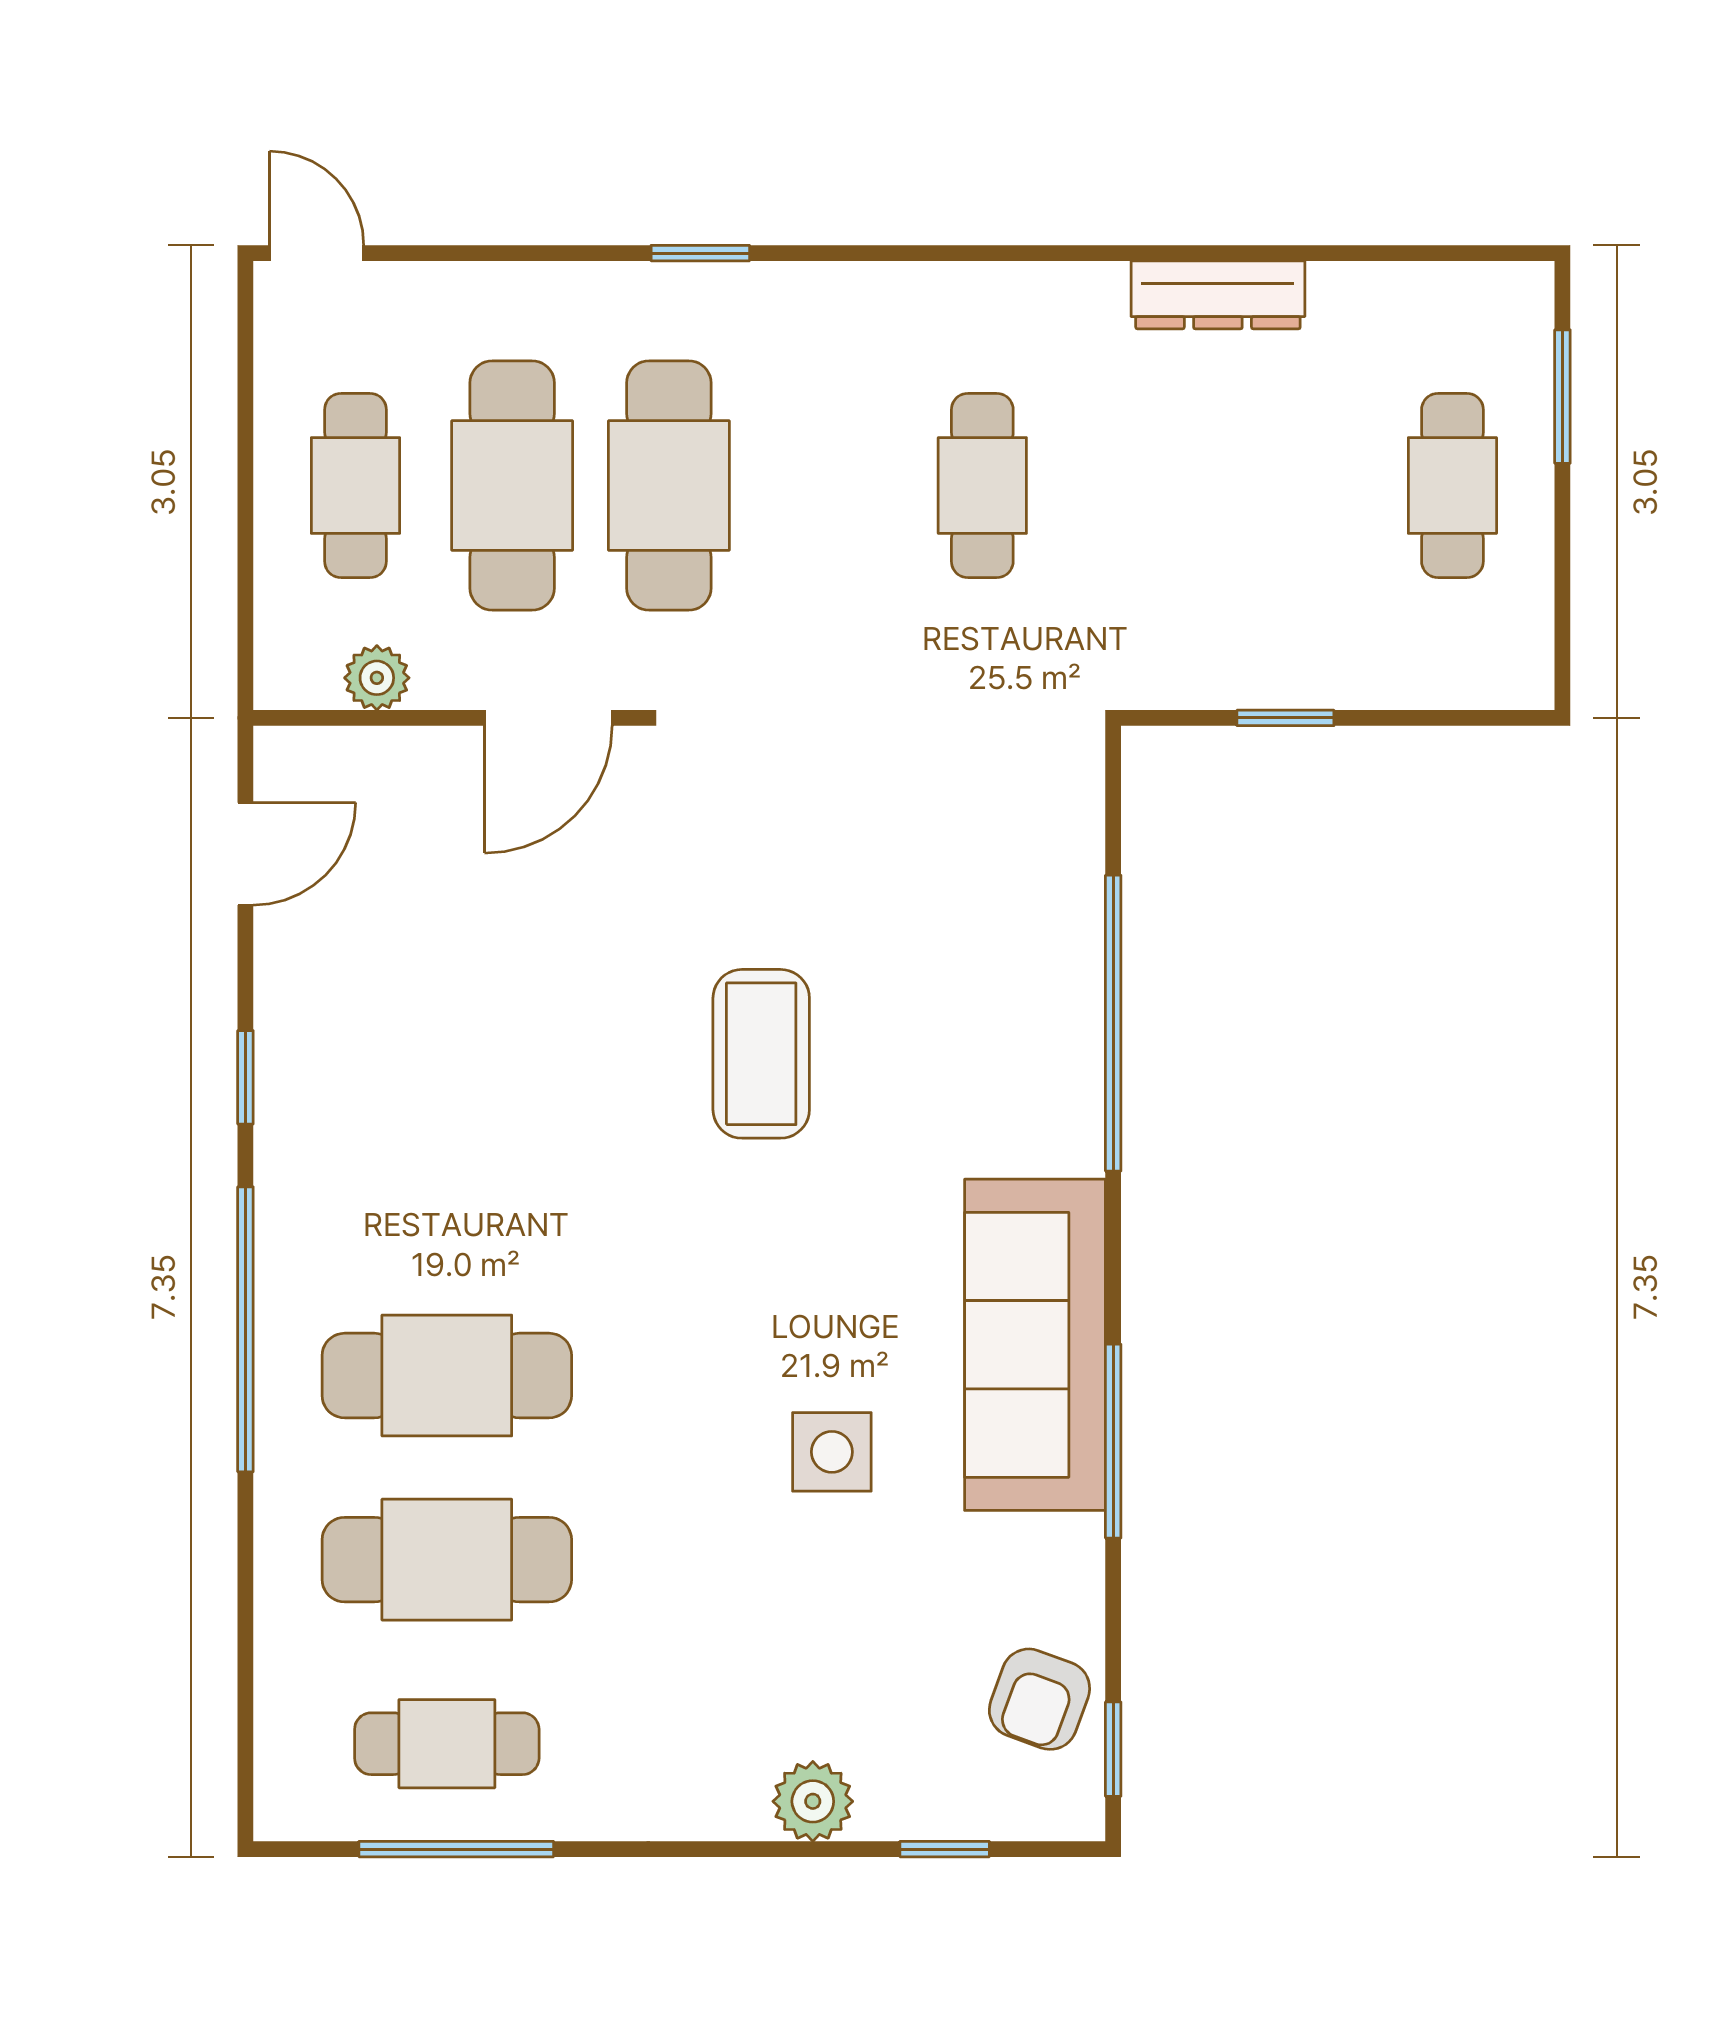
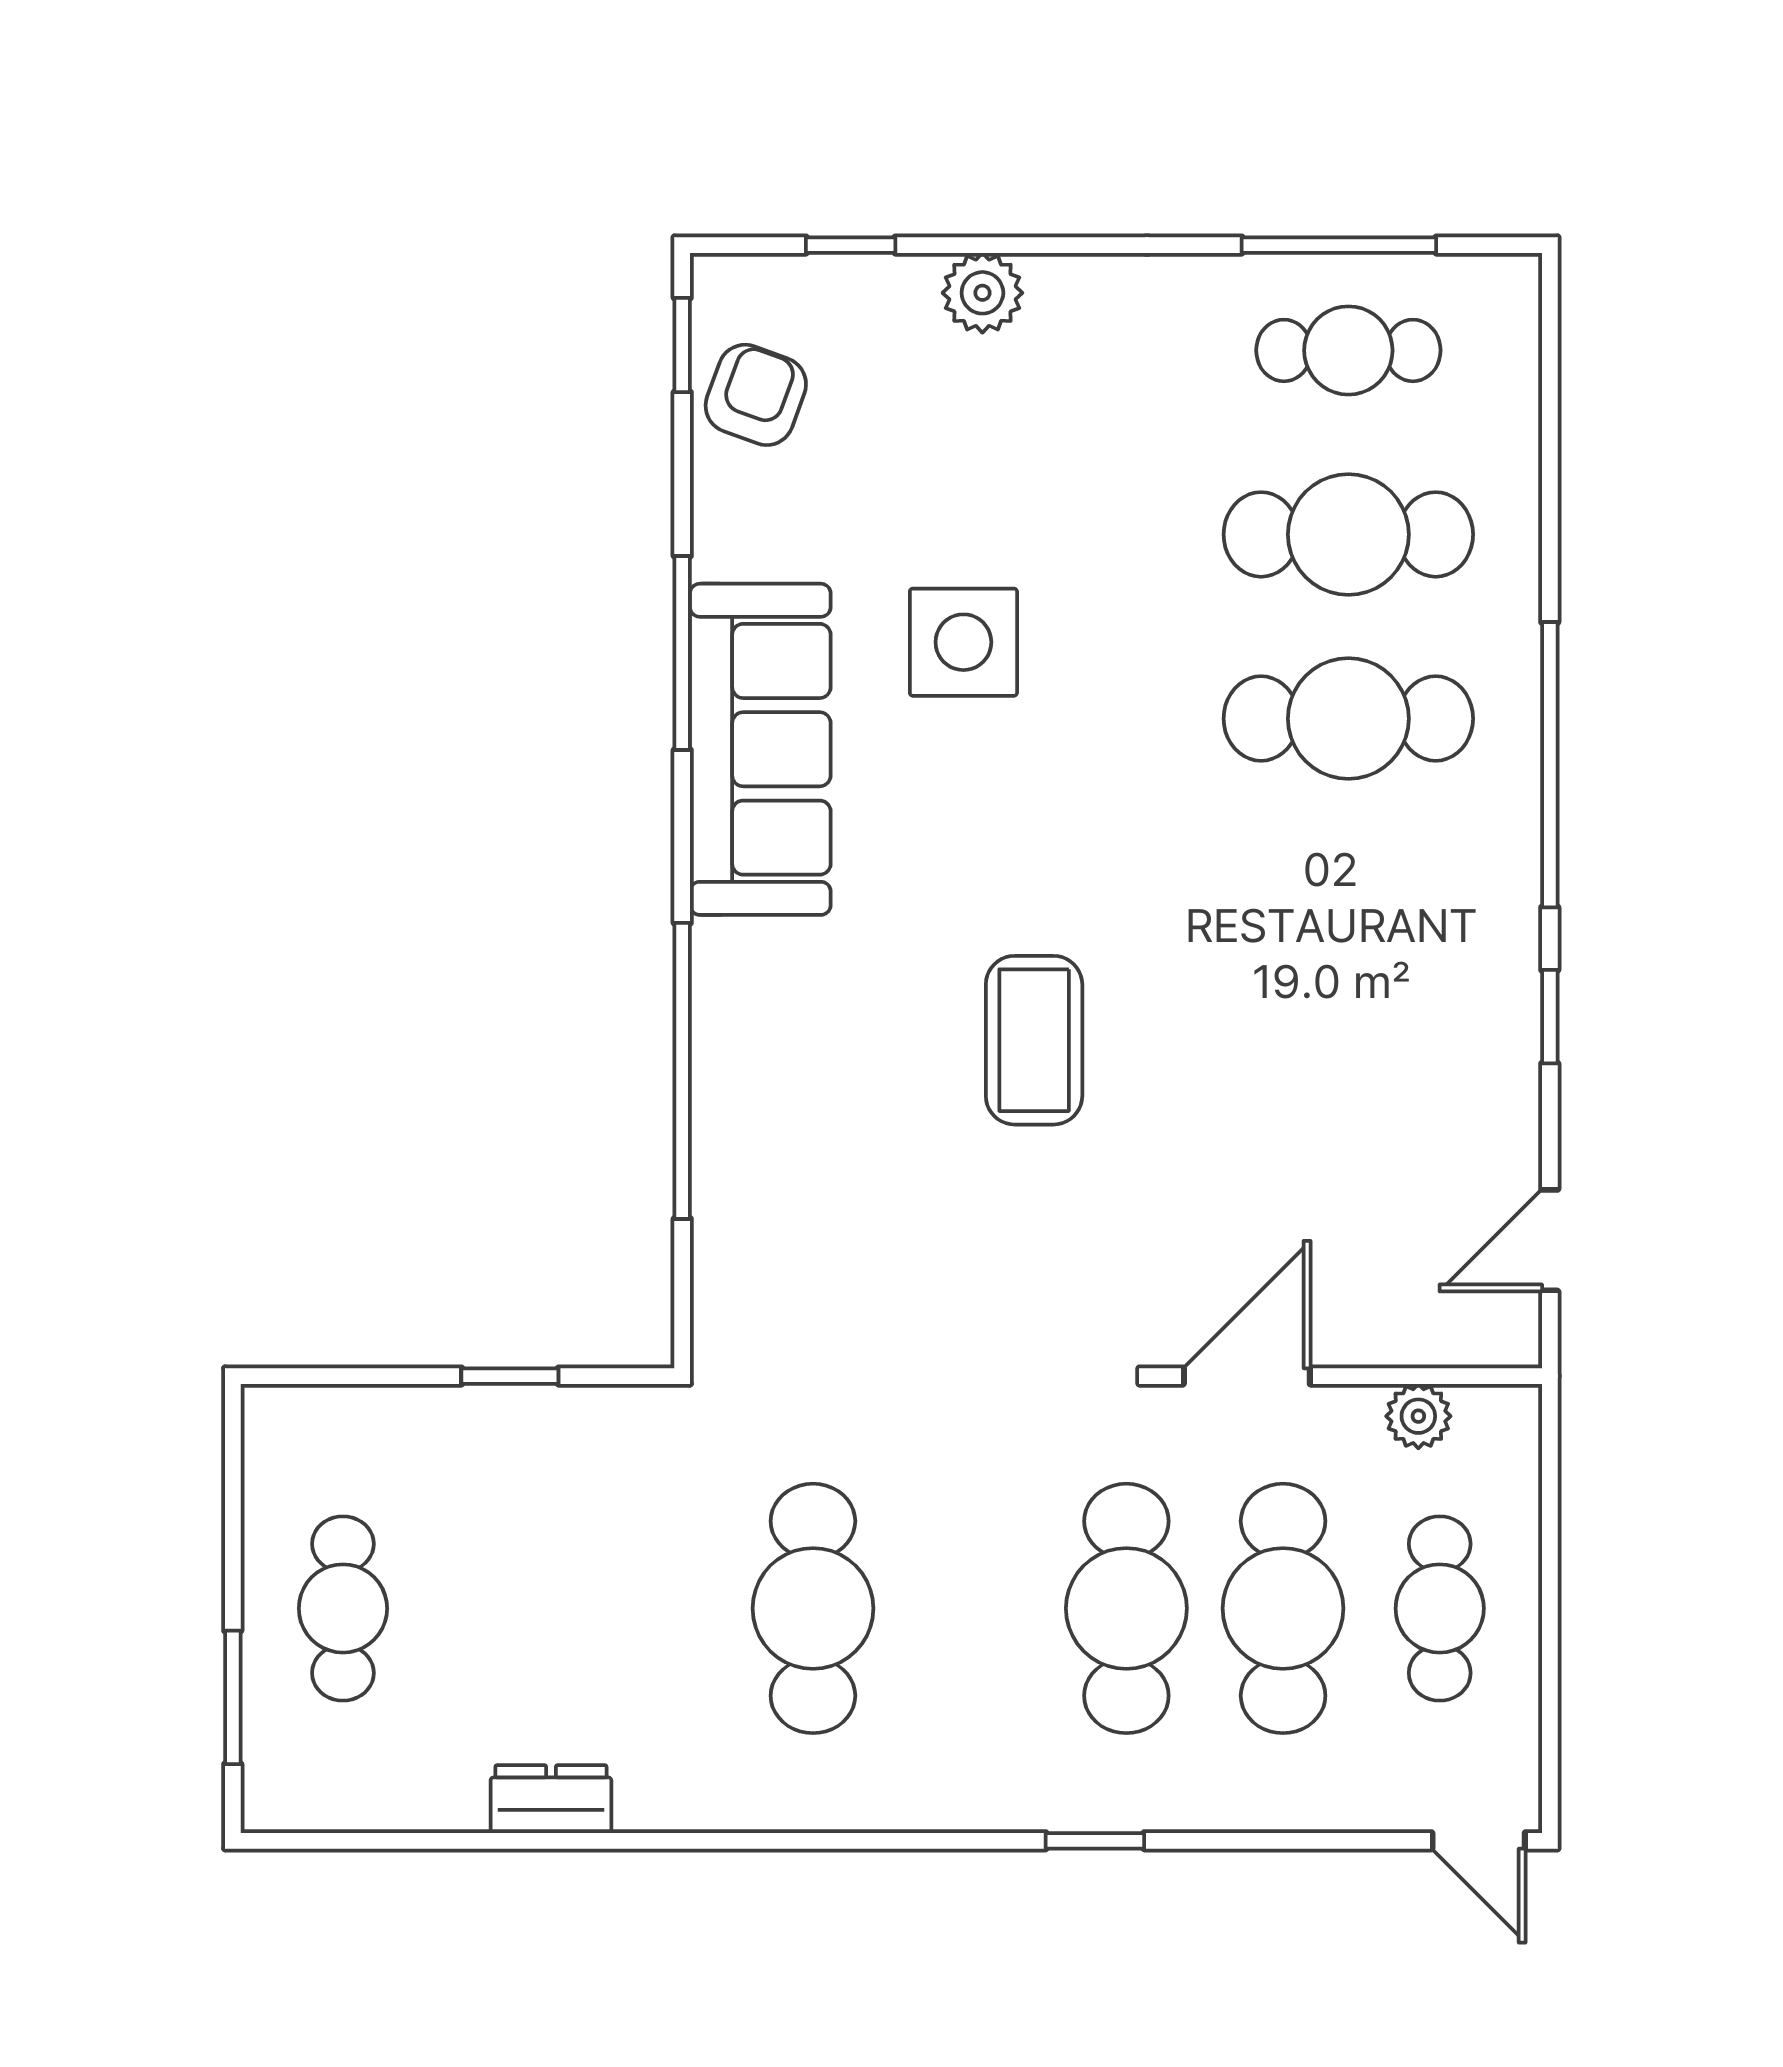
dresser: (1218, 295) -> (551, 1799), width x0.70
cafe table: (982, 485) -> (813, 1608), width x1.37, depth x1.35
side table: (832, 1452) -> (963, 642), width x1.37, depth x1.37

